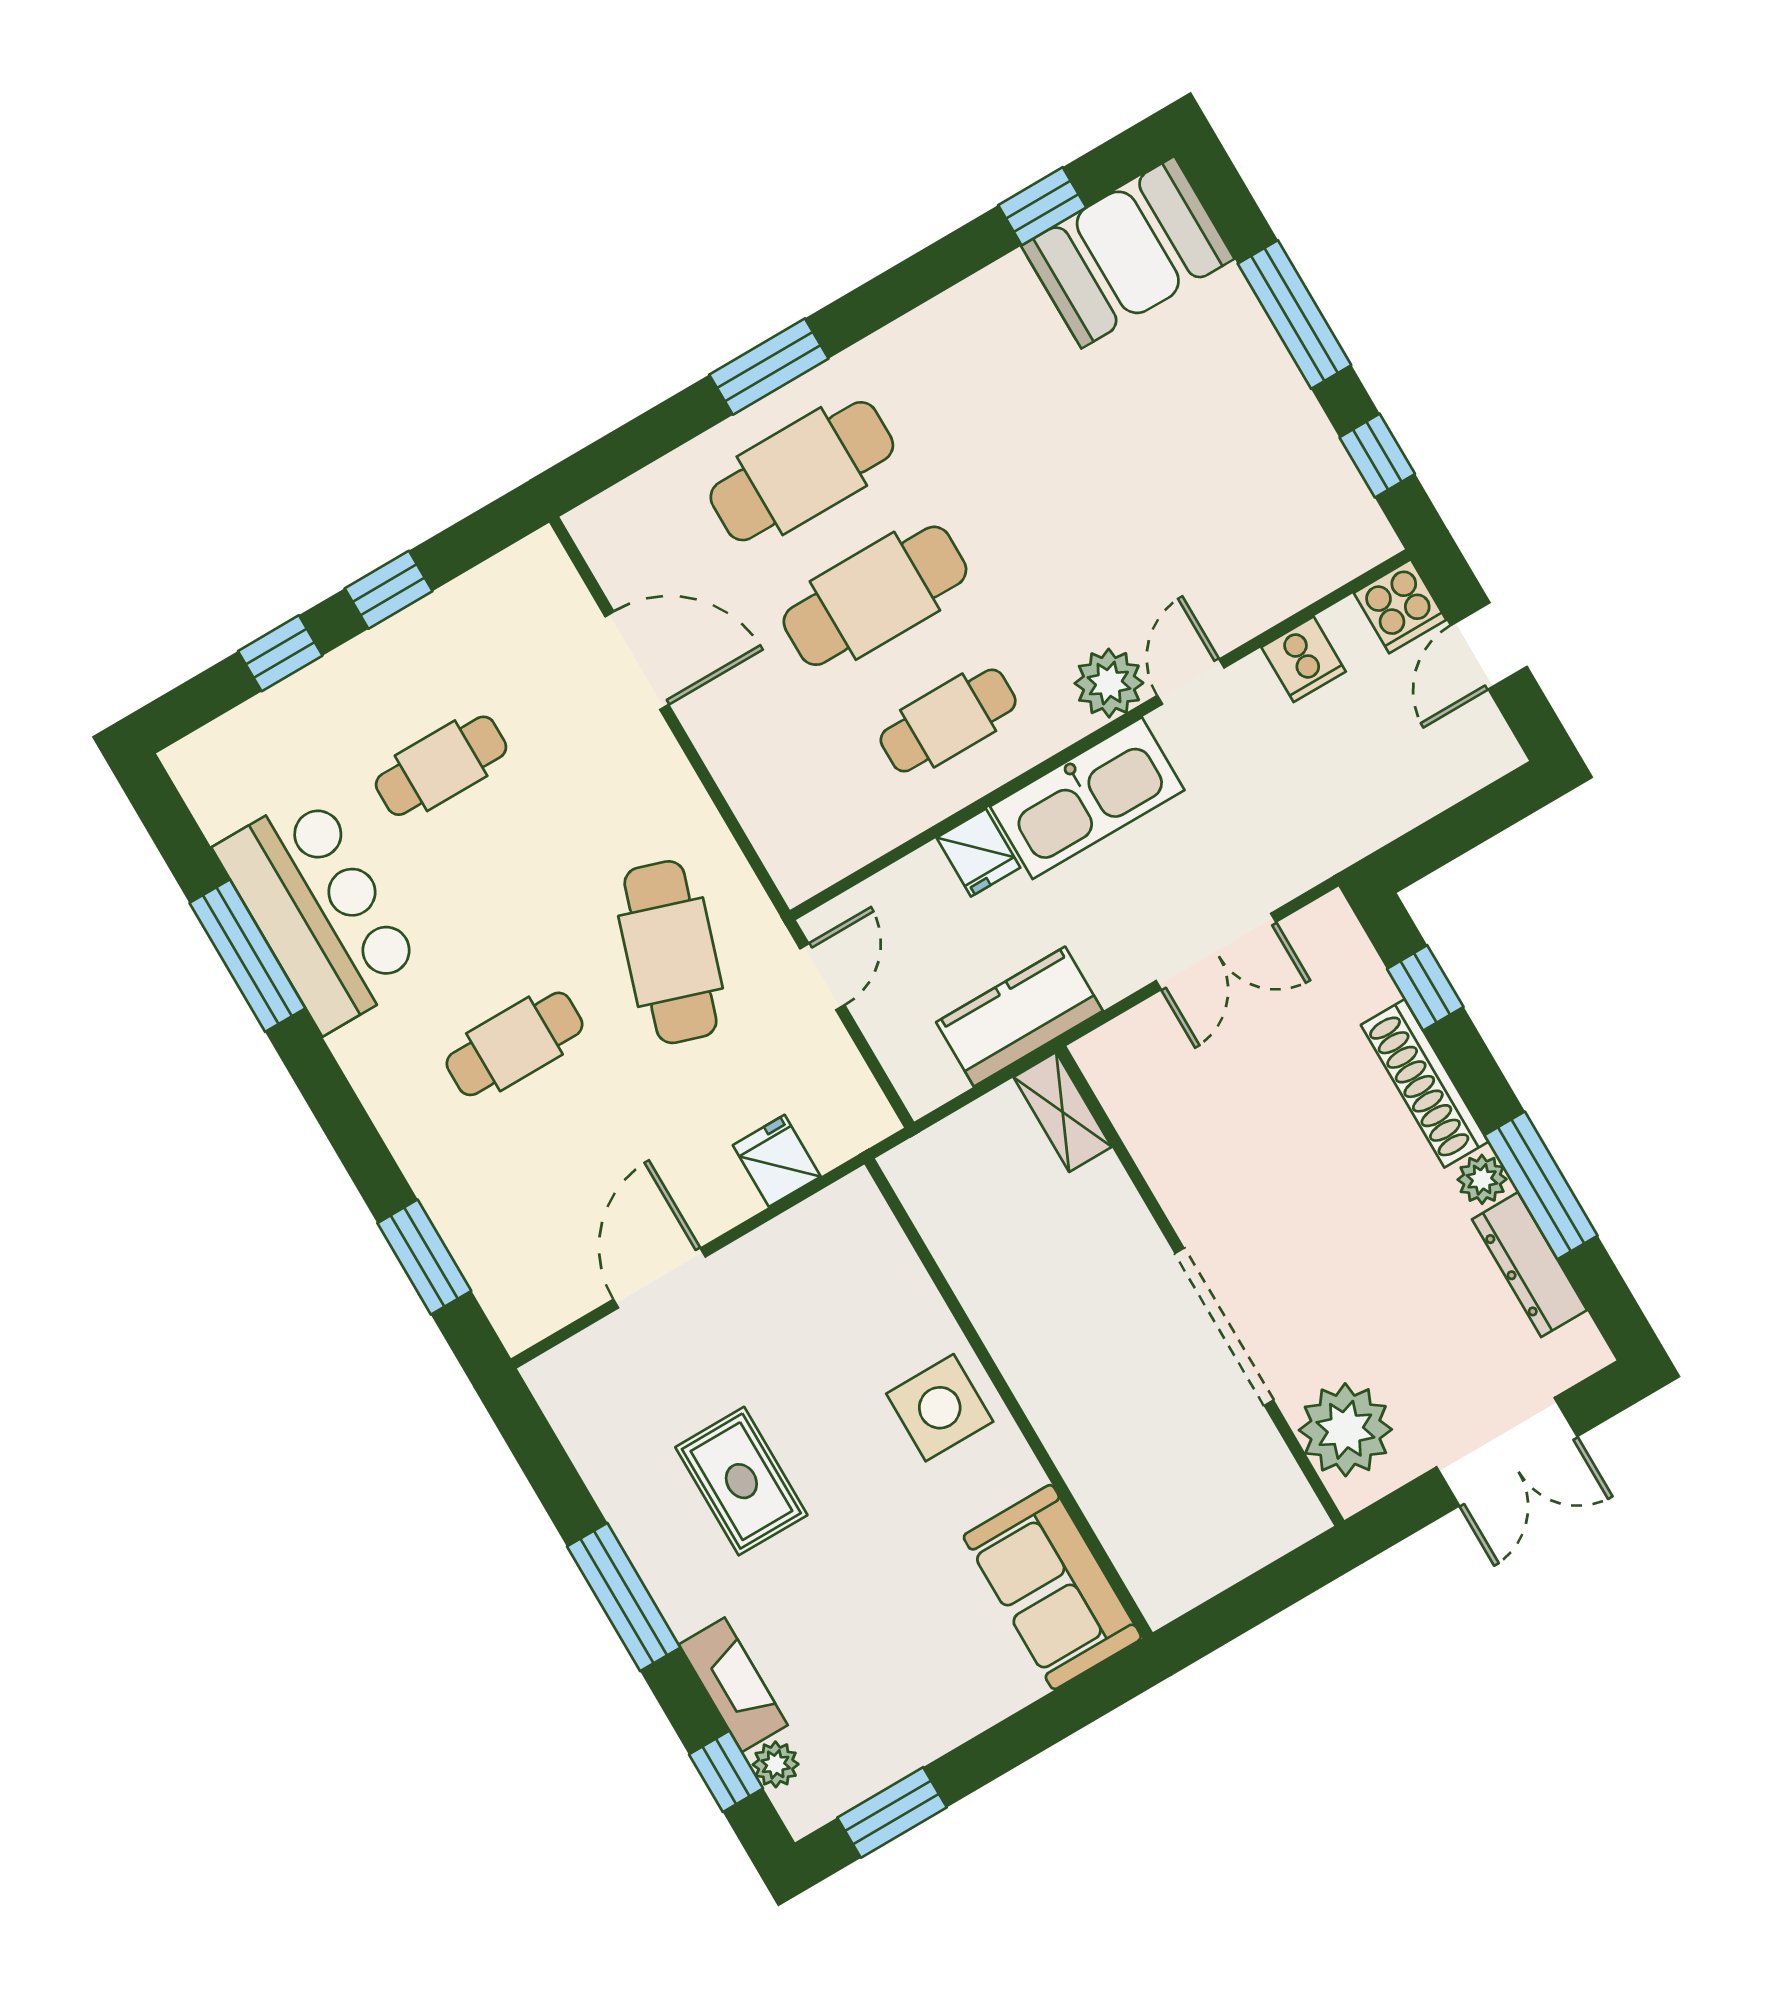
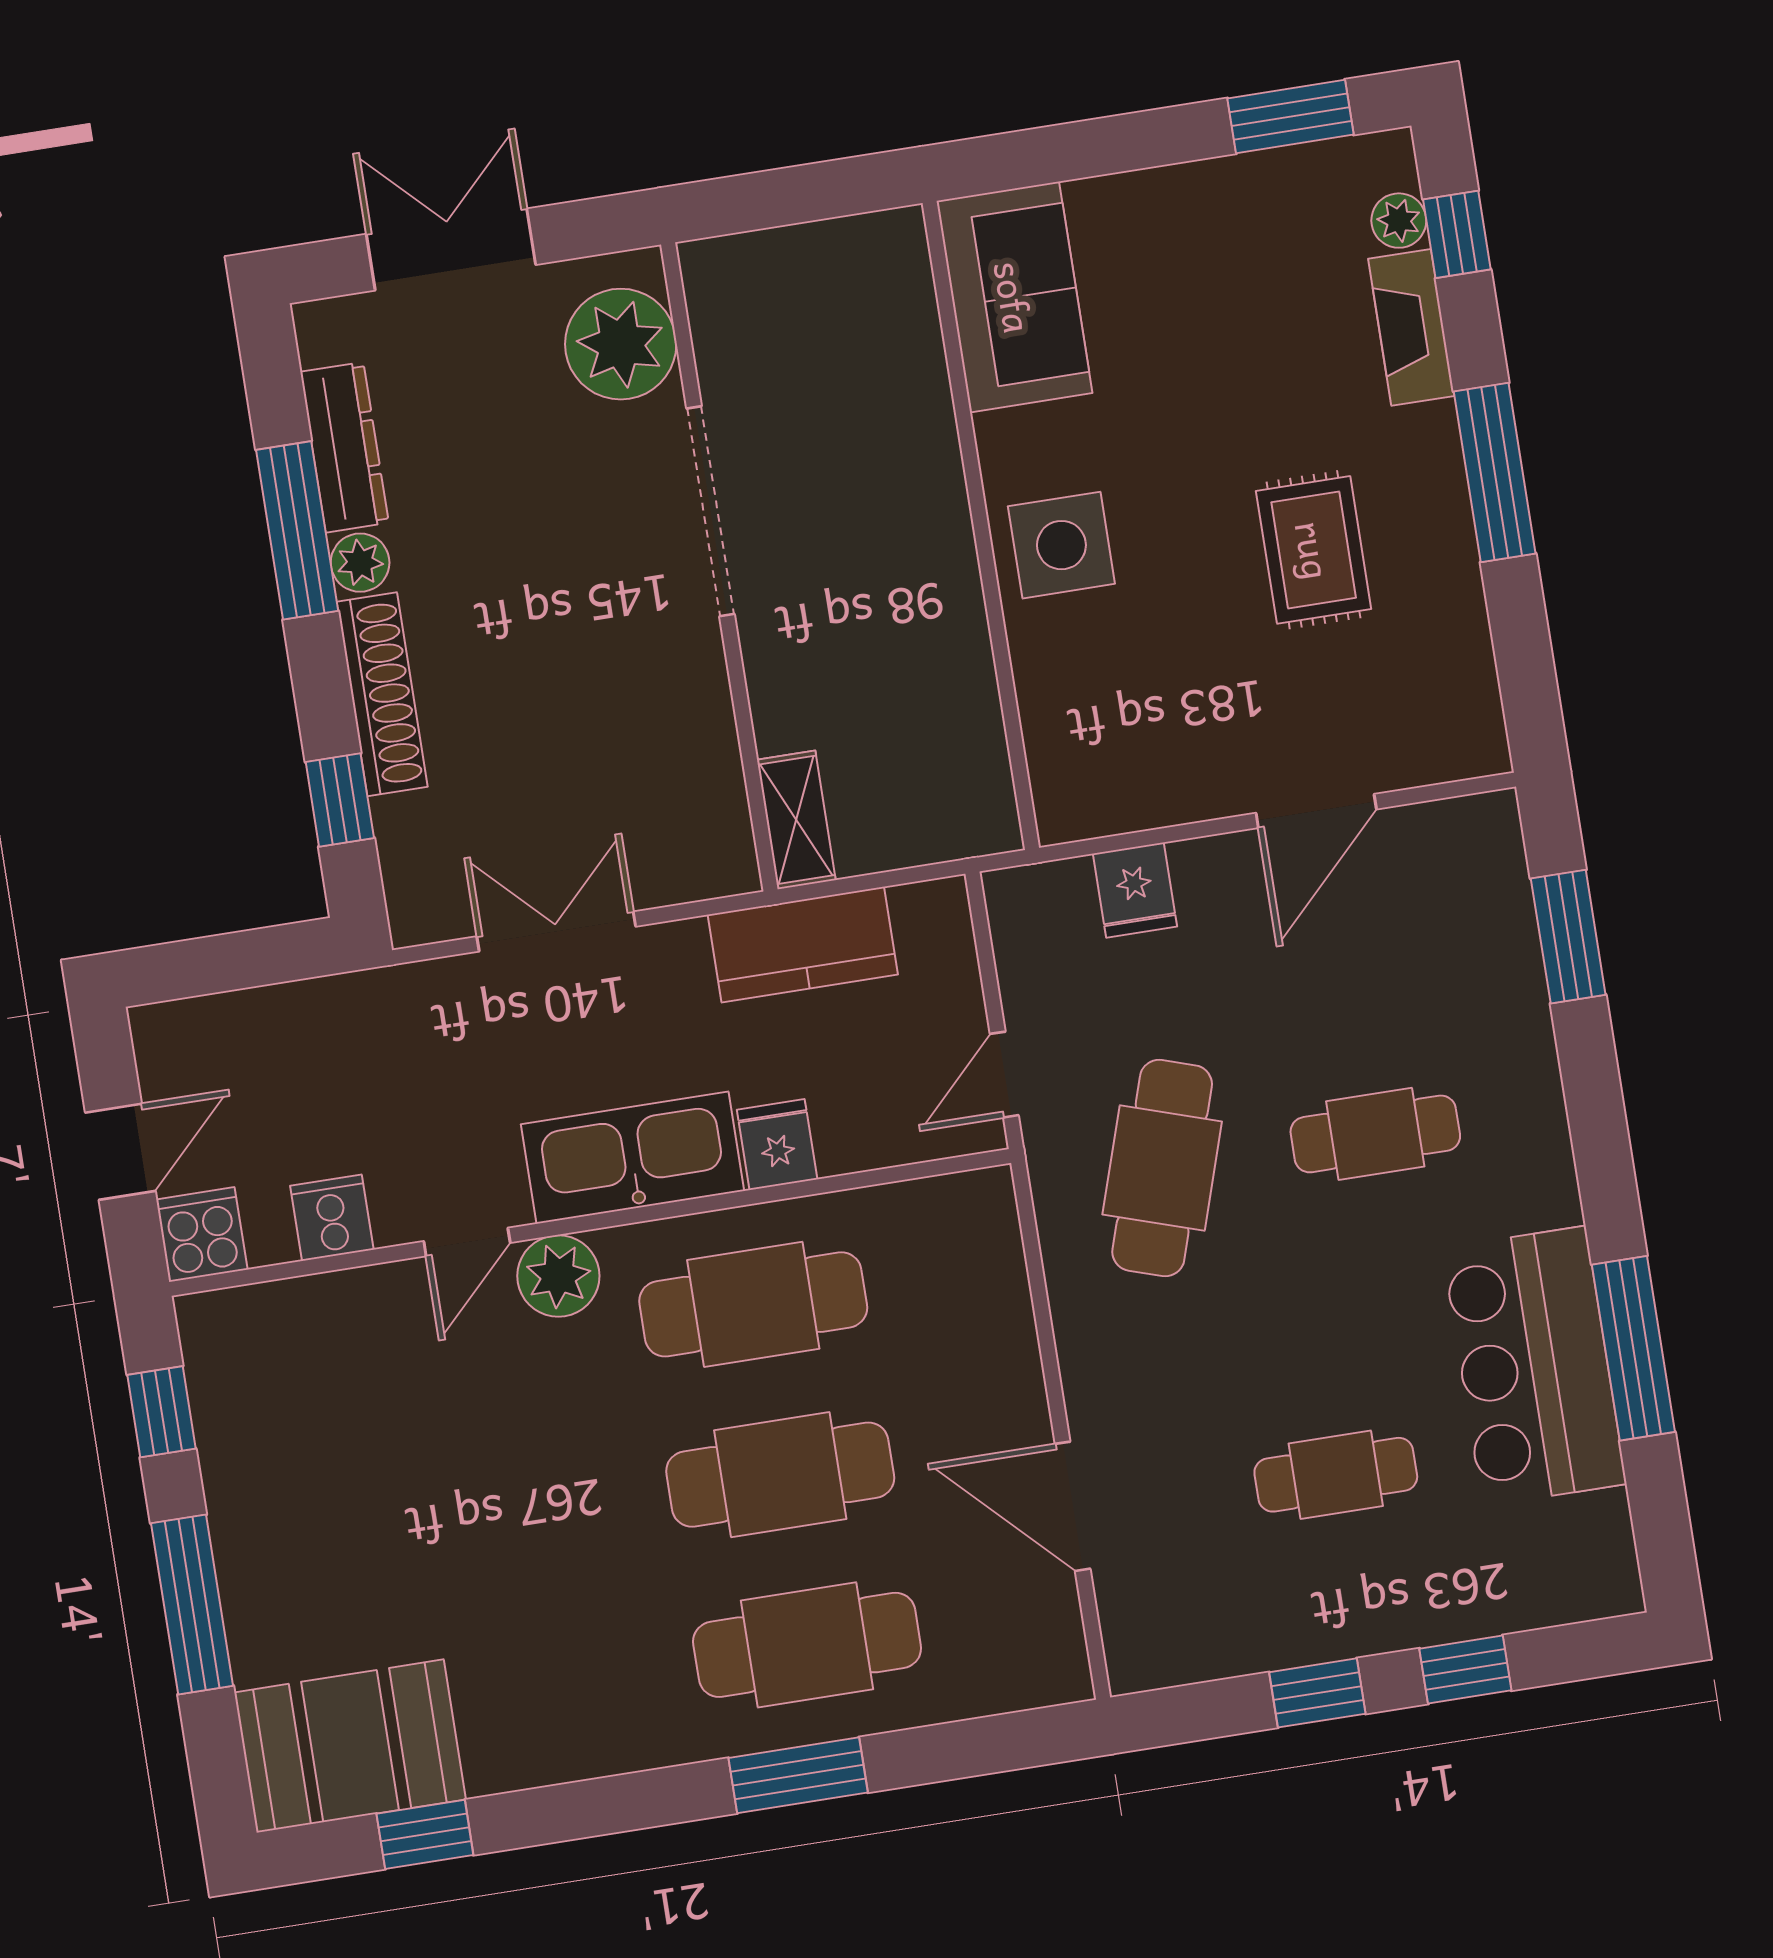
cafe table: (948, 720) -> (753, 1304), width x1.37, depth x1.35

